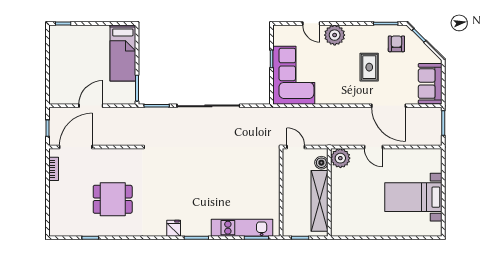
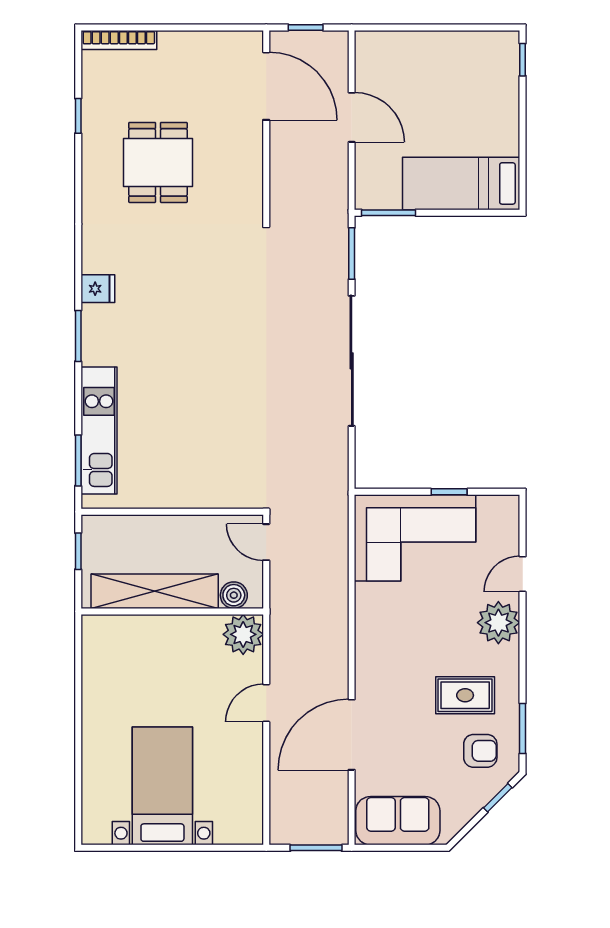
rug: (369, 67) -> (465, 695), moved
door: (296, 147) -> (266, 542), swing flipped
bookcase: (54, 169) -> (119, 40), moved, width x1.56

